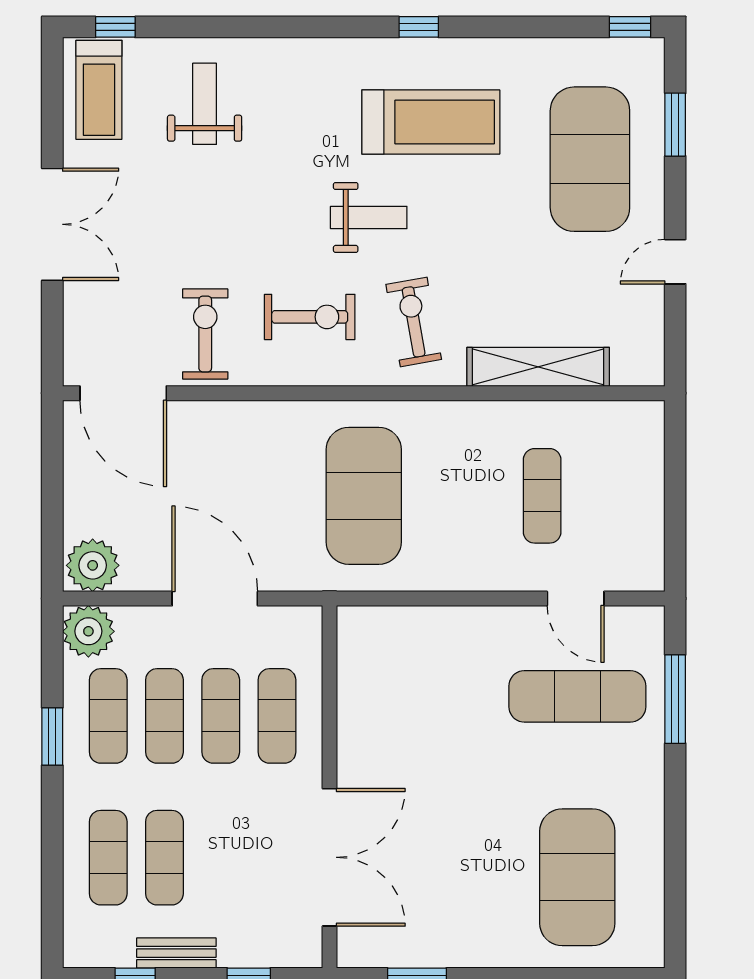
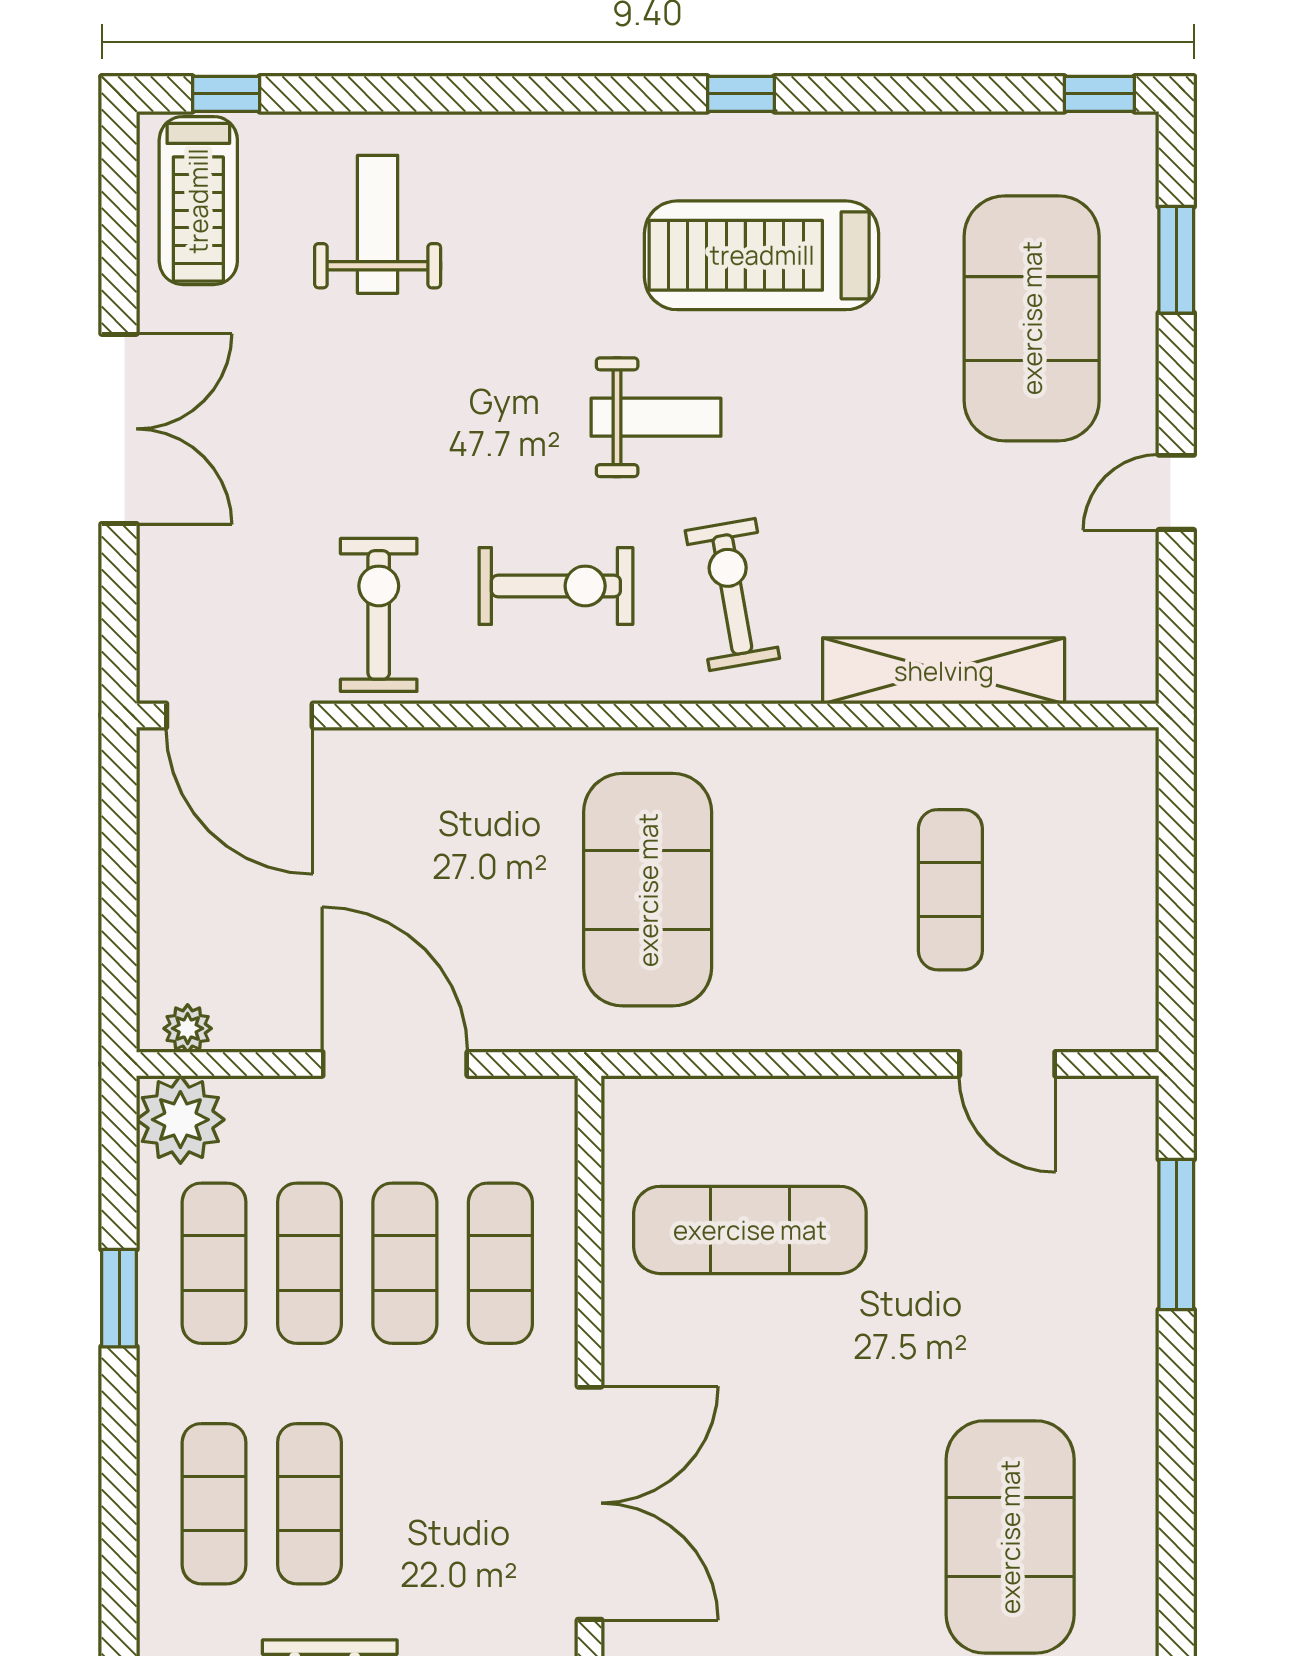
treadmill: (431, 122) -> (762, 255), turned 180
plant: (93, 565) -> (188, 1028), width x0.53, depth x0.53
exercise mat: (577, 696) -> (750, 1230), moved

